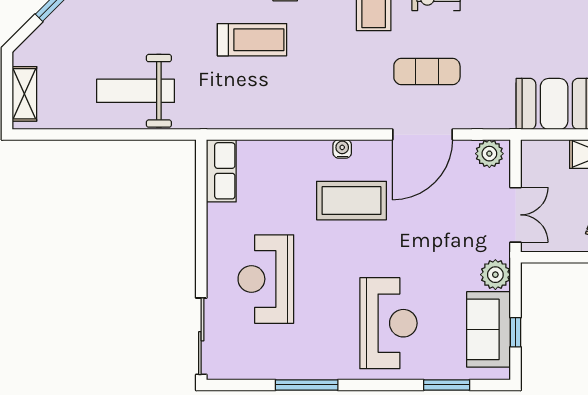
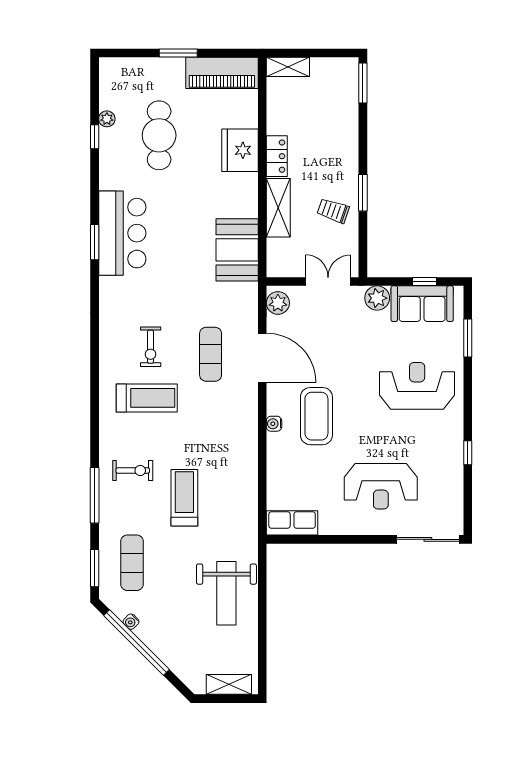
window: (307, 385) -> (468, 453), width x0.46

